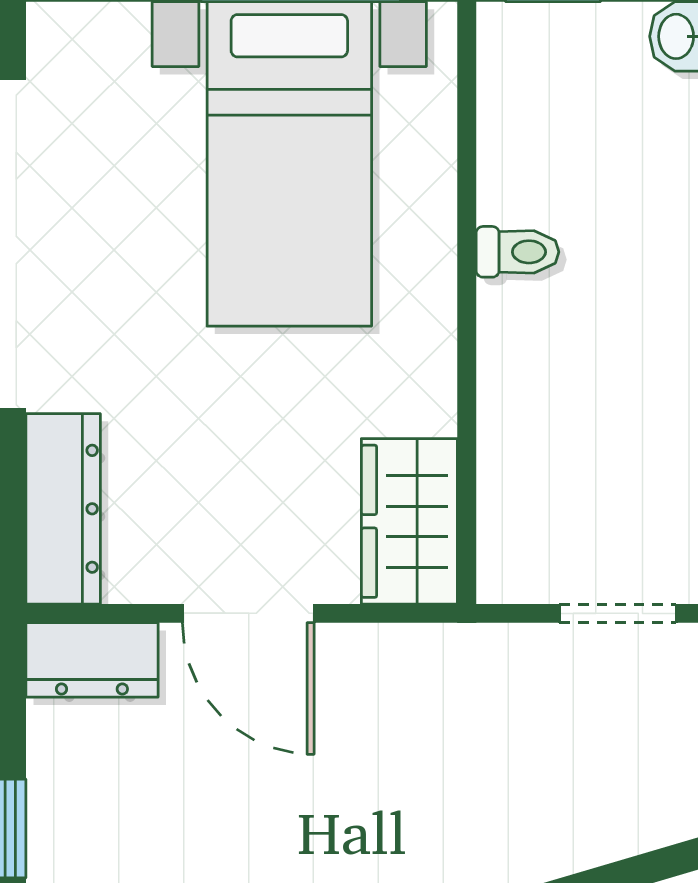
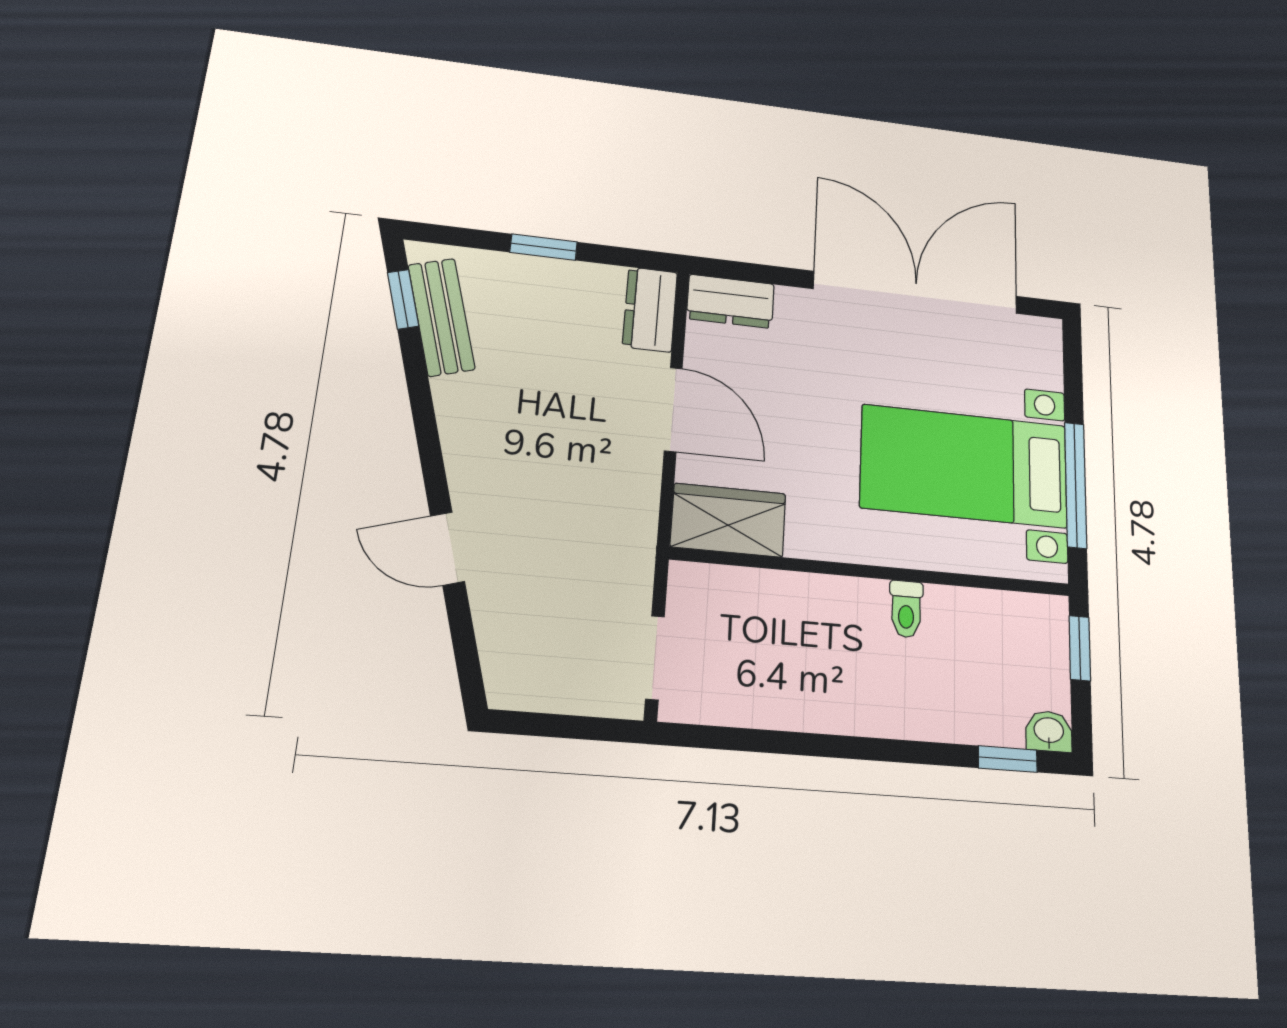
dresser: (63, 509) -> (730, 301), width x0.70
door: (248, 613) -> (673, 409), swing flipped

